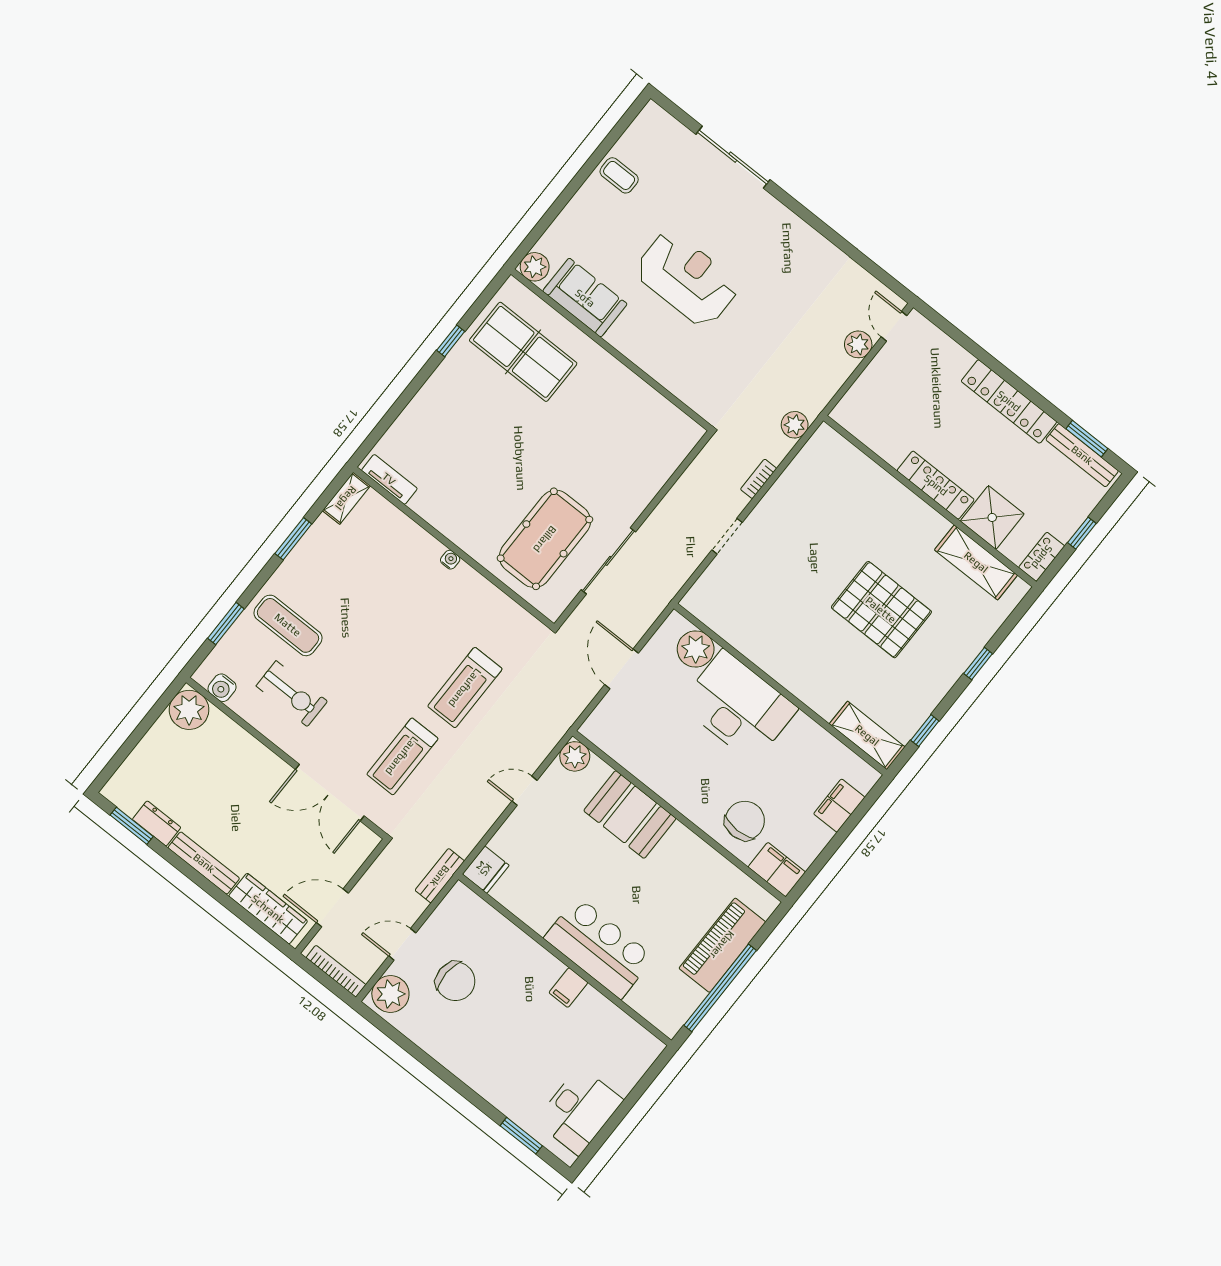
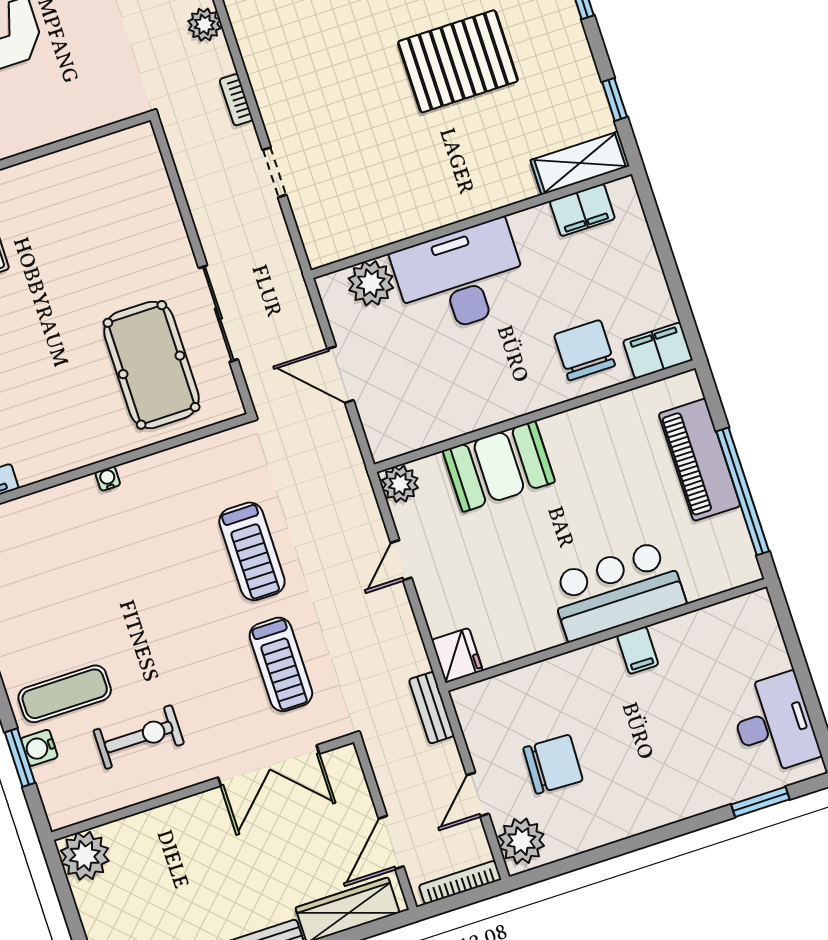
water cooler: (222, 688) -> (39, 748), moved, turned 90
filing cabinet: (839, 806) -> (582, 210), moved, turned -90

